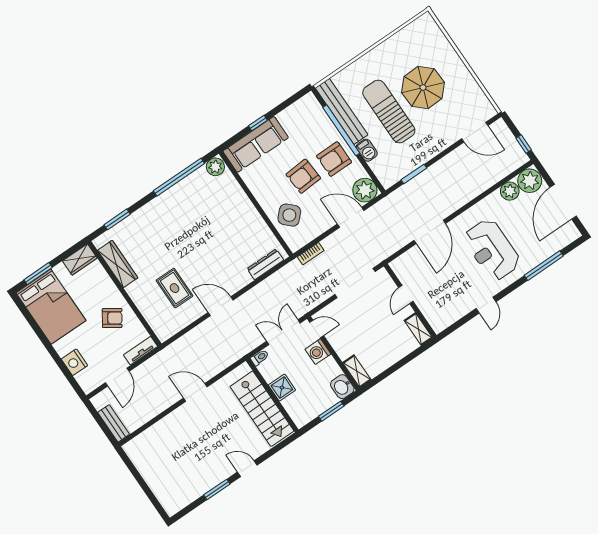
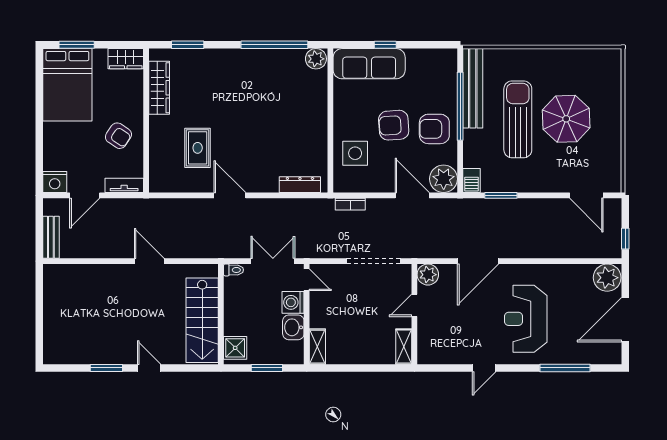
barbecue: (367, 150) -> (471, 180), moved
plant: (510, 191) -> (428, 275), moved
side table: (289, 215) -> (355, 153), turned 45
nightstand: (74, 362) -> (55, 182), moved, turned -90
washbasin: (342, 387) -> (293, 327), moved
shower: (282, 388) -> (235, 348), moved

